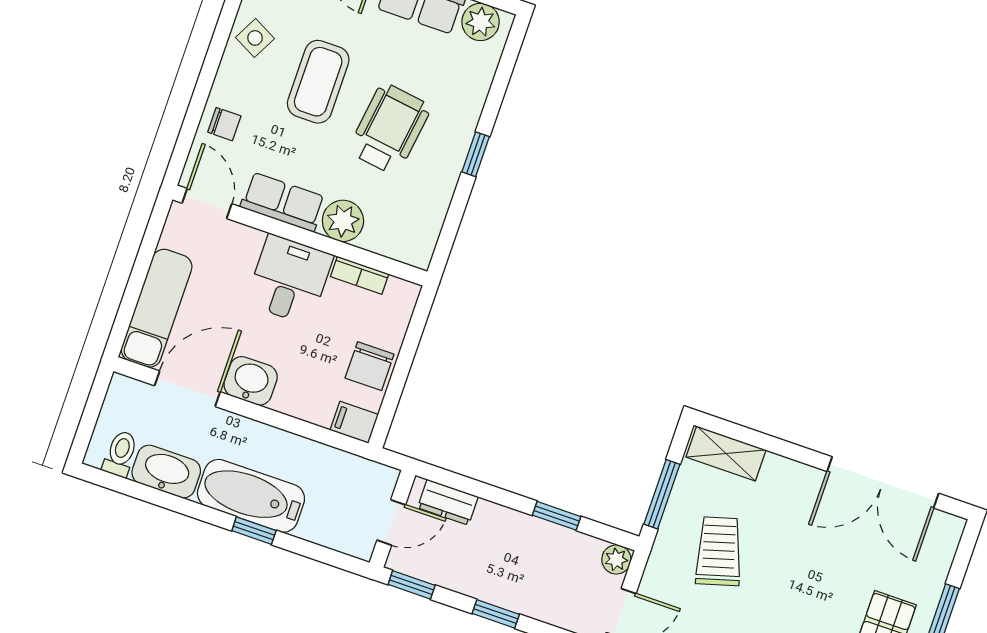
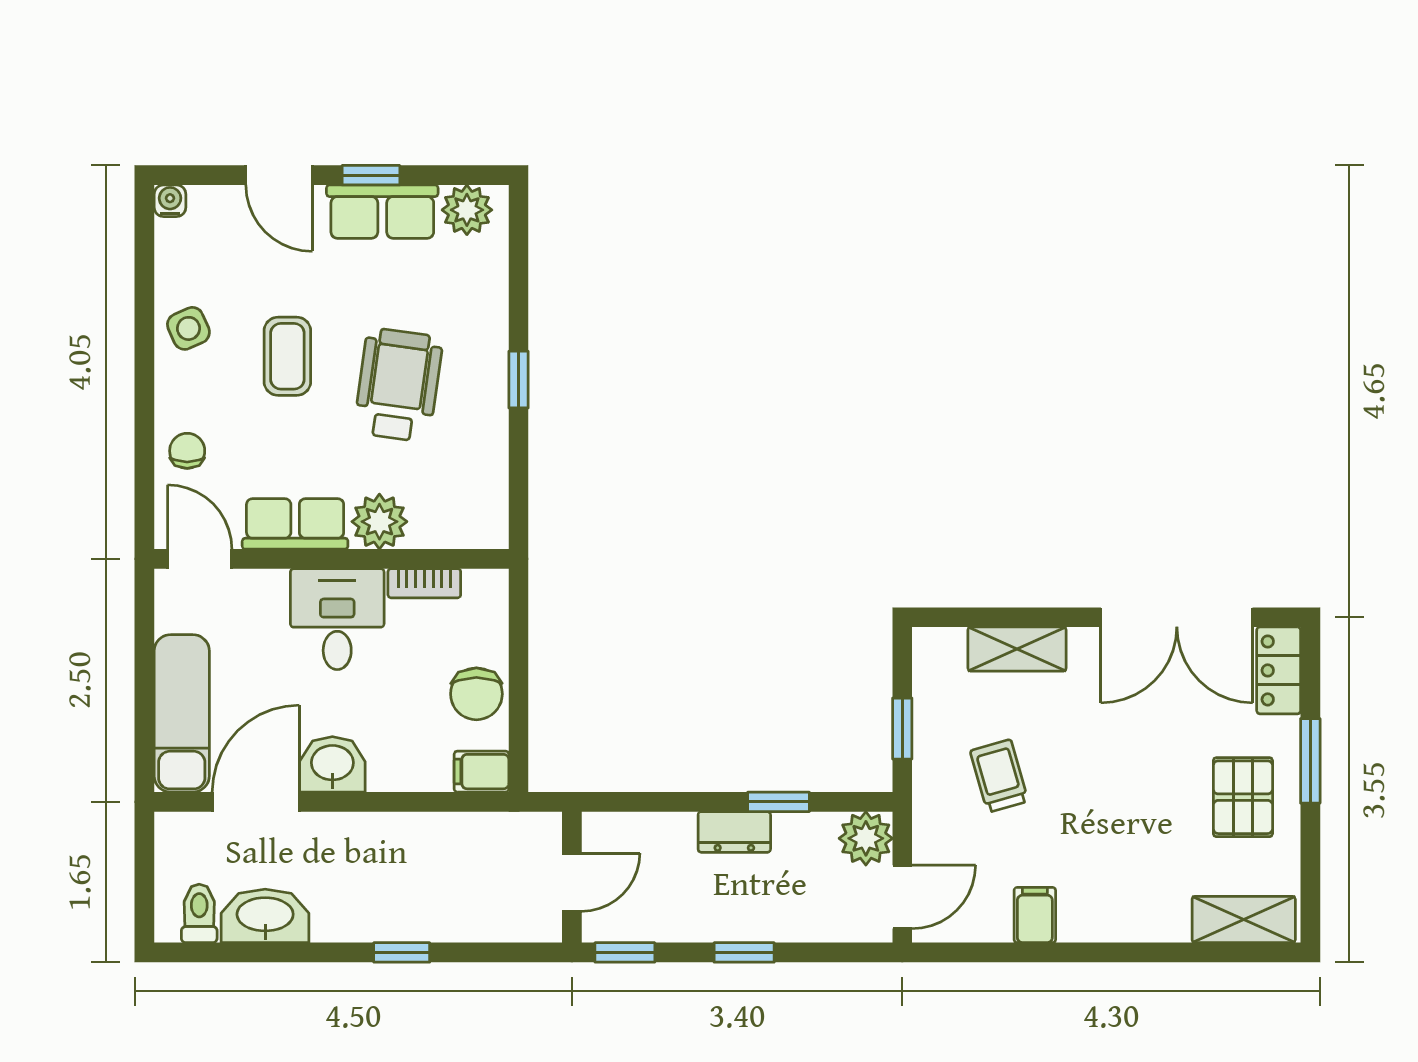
side table: (255, 38) -> (188, 328), turned 38
coffee table: (318, 82) -> (287, 356), width x0.73, depth x0.77
chair: (224, 124) -> (187, 451), turned -90
shelving: (726, 453) -> (1017, 649), moved
window: (662, 494) -> (902, 729), width x0.67
bathtub: (251, 496) -> (383, 910), removed
dresser: (448, 502) -> (734, 832), moved
locker: (942, 545) -> (1279, 670), added
trolley: (719, 551) -> (999, 776), width x0.73, depth x0.72
plant: (616, 560) -> (866, 838), width x1.38, depth x1.38

